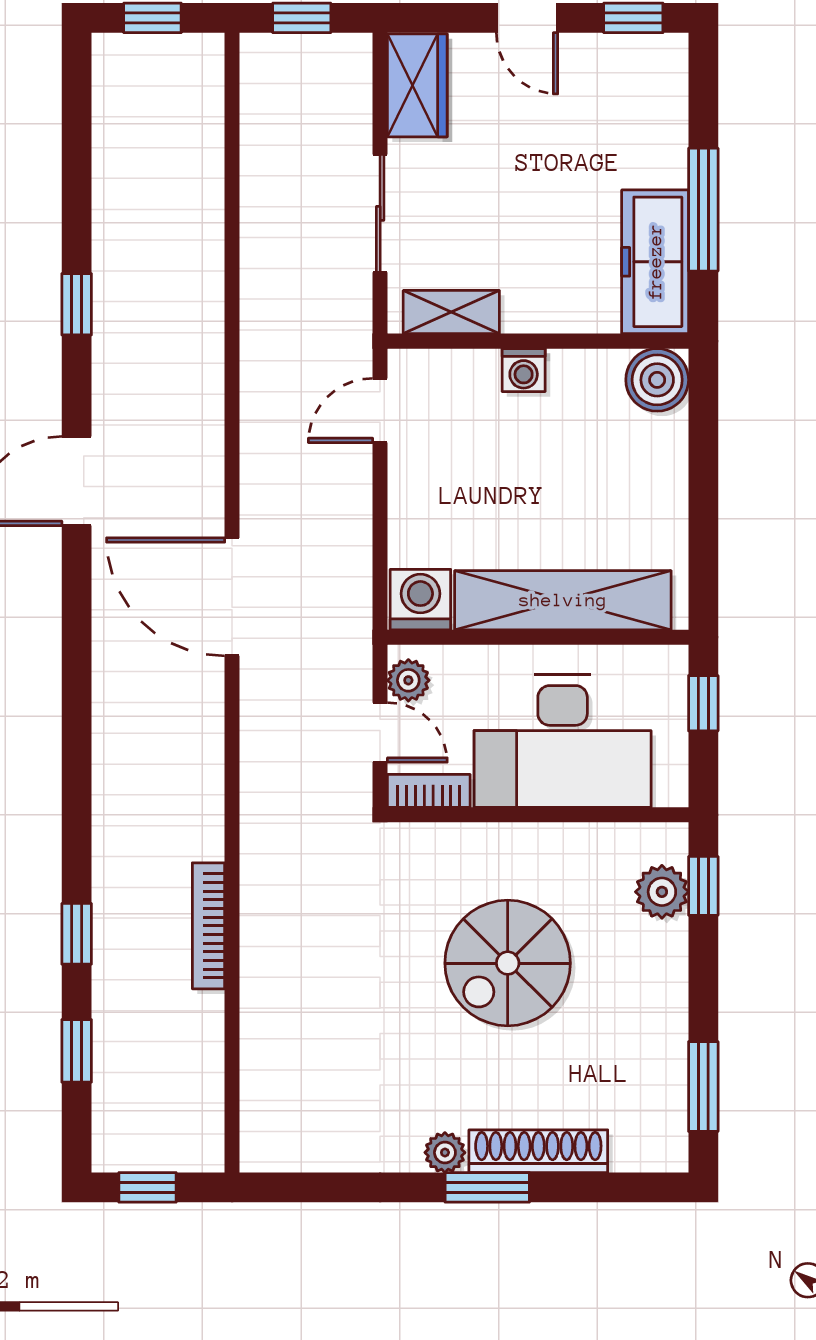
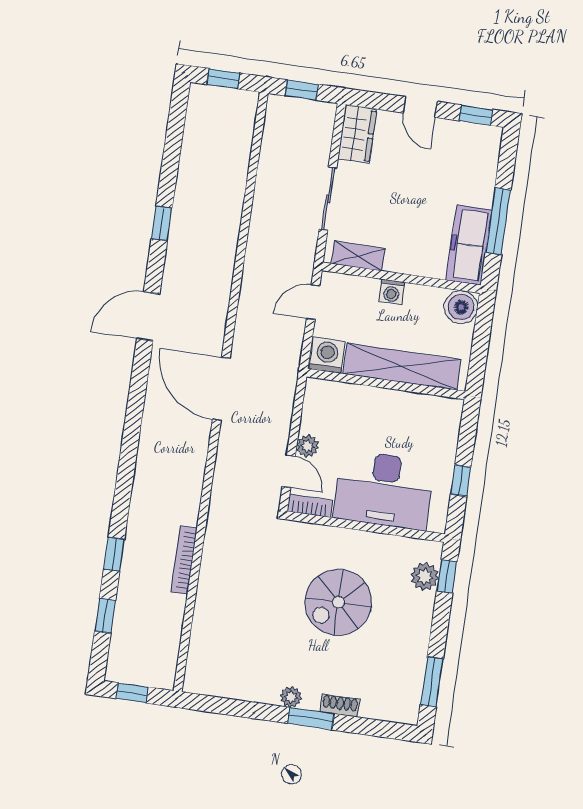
washing machine: (420, 600) -> (327, 355), moved
shelving: (563, 600) -> (402, 367), moved
wall: (538, 637) -> (386, 384), moved
shoe rack: (538, 1151) -> (340, 706), width x0.51, depth x0.81

